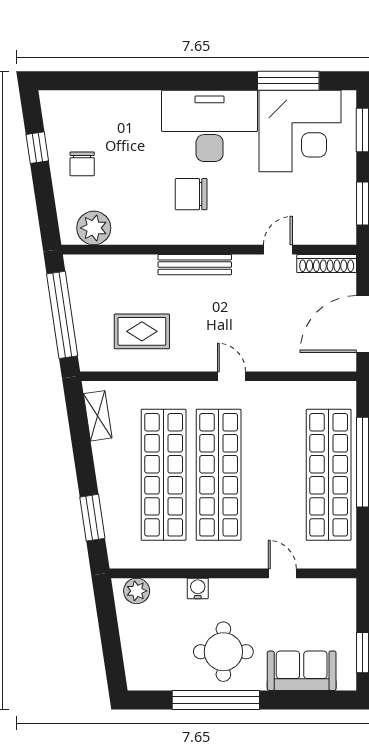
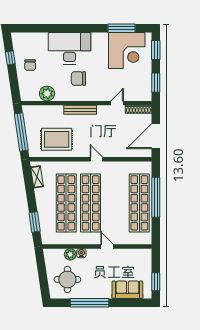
desk: (210, 126) -> (70, 48), moved
plant: (94, 228) -> (47, 94), moved
rug: (142, 331) -> (57, 139), width x1.36, depth x1.43
door: (282, 573) -> (107, 247), moved
plant: (137, 591) -> (70, 254), moved
round table: (223, 652) -> (67, 279), moved

